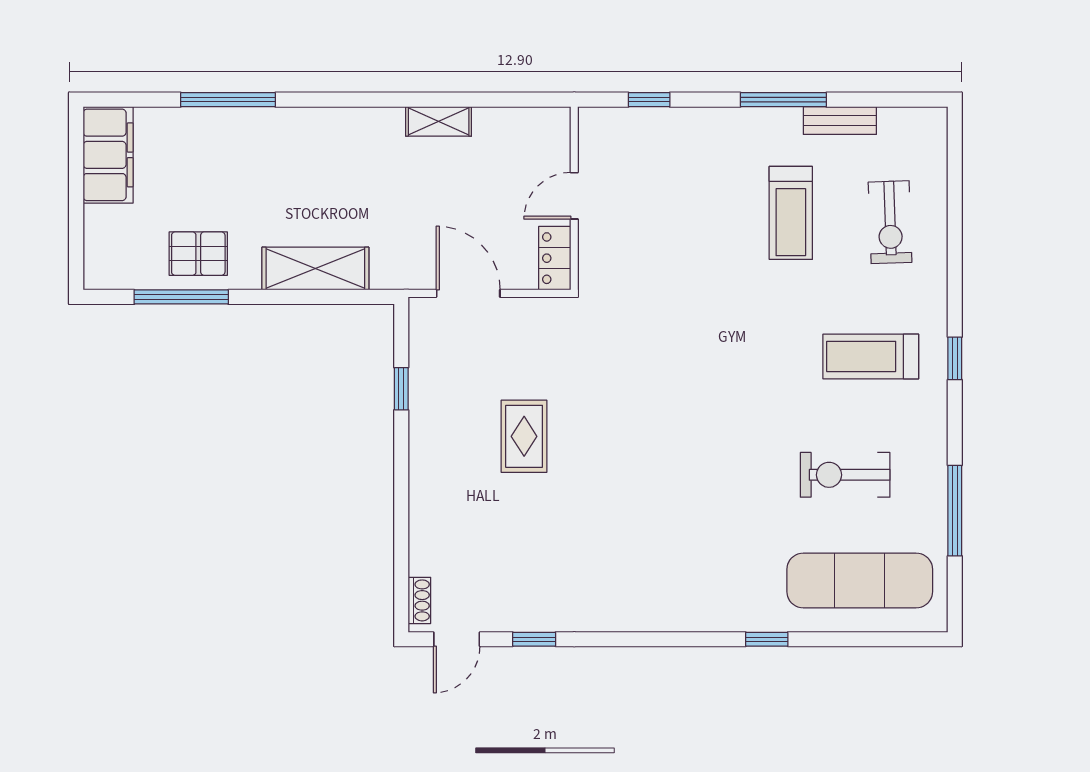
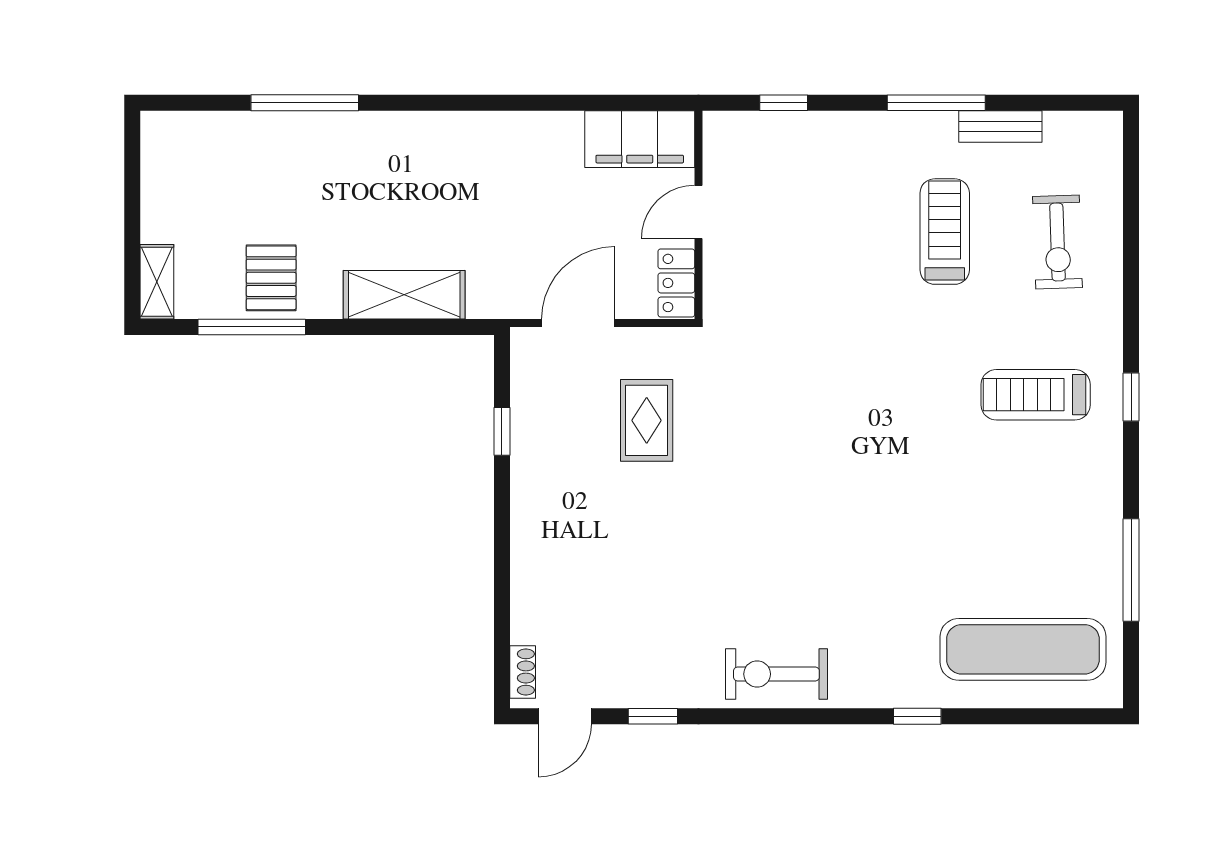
shelving: (439, 121) -> (157, 282), moved, turned 90
filing cabinet: (108, 155) -> (640, 139), moved, turned 90
treadmill: (791, 213) -> (945, 232), turned 180
pallet: (198, 254) -> (271, 278), turned 90
door: (468, 293) -> (578, 323), hinge flipped
rug: (524, 436) -> (647, 420), moved
exercise bike: (845, 475) -> (776, 674), moved

